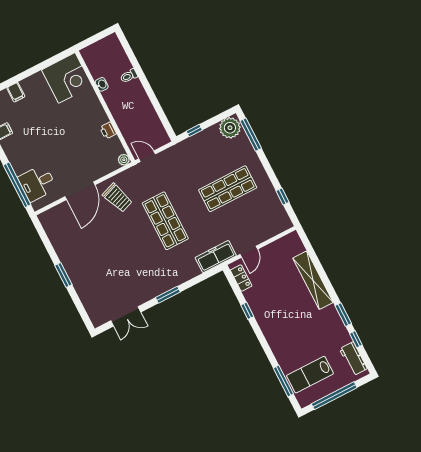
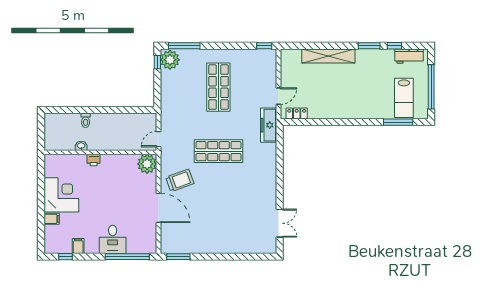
corner desk: (67, 78) -> (61, 195), moved
printer: (108, 131) -> (94, 160), moved
window: (194, 131) -> (157, 62), moved
plant: (124, 160) -> (147, 164), width x1.87, depth x1.87
desk: (37, 183) -> (113, 239), moved
window: (283, 196) -> (264, 46), moved
door: (249, 252) -> (278, 96), hinge flipped
window: (63, 275) -> (178, 257), moved
window: (168, 295) -> (280, 180), removed
window: (247, 311) -> (326, 122), removed

